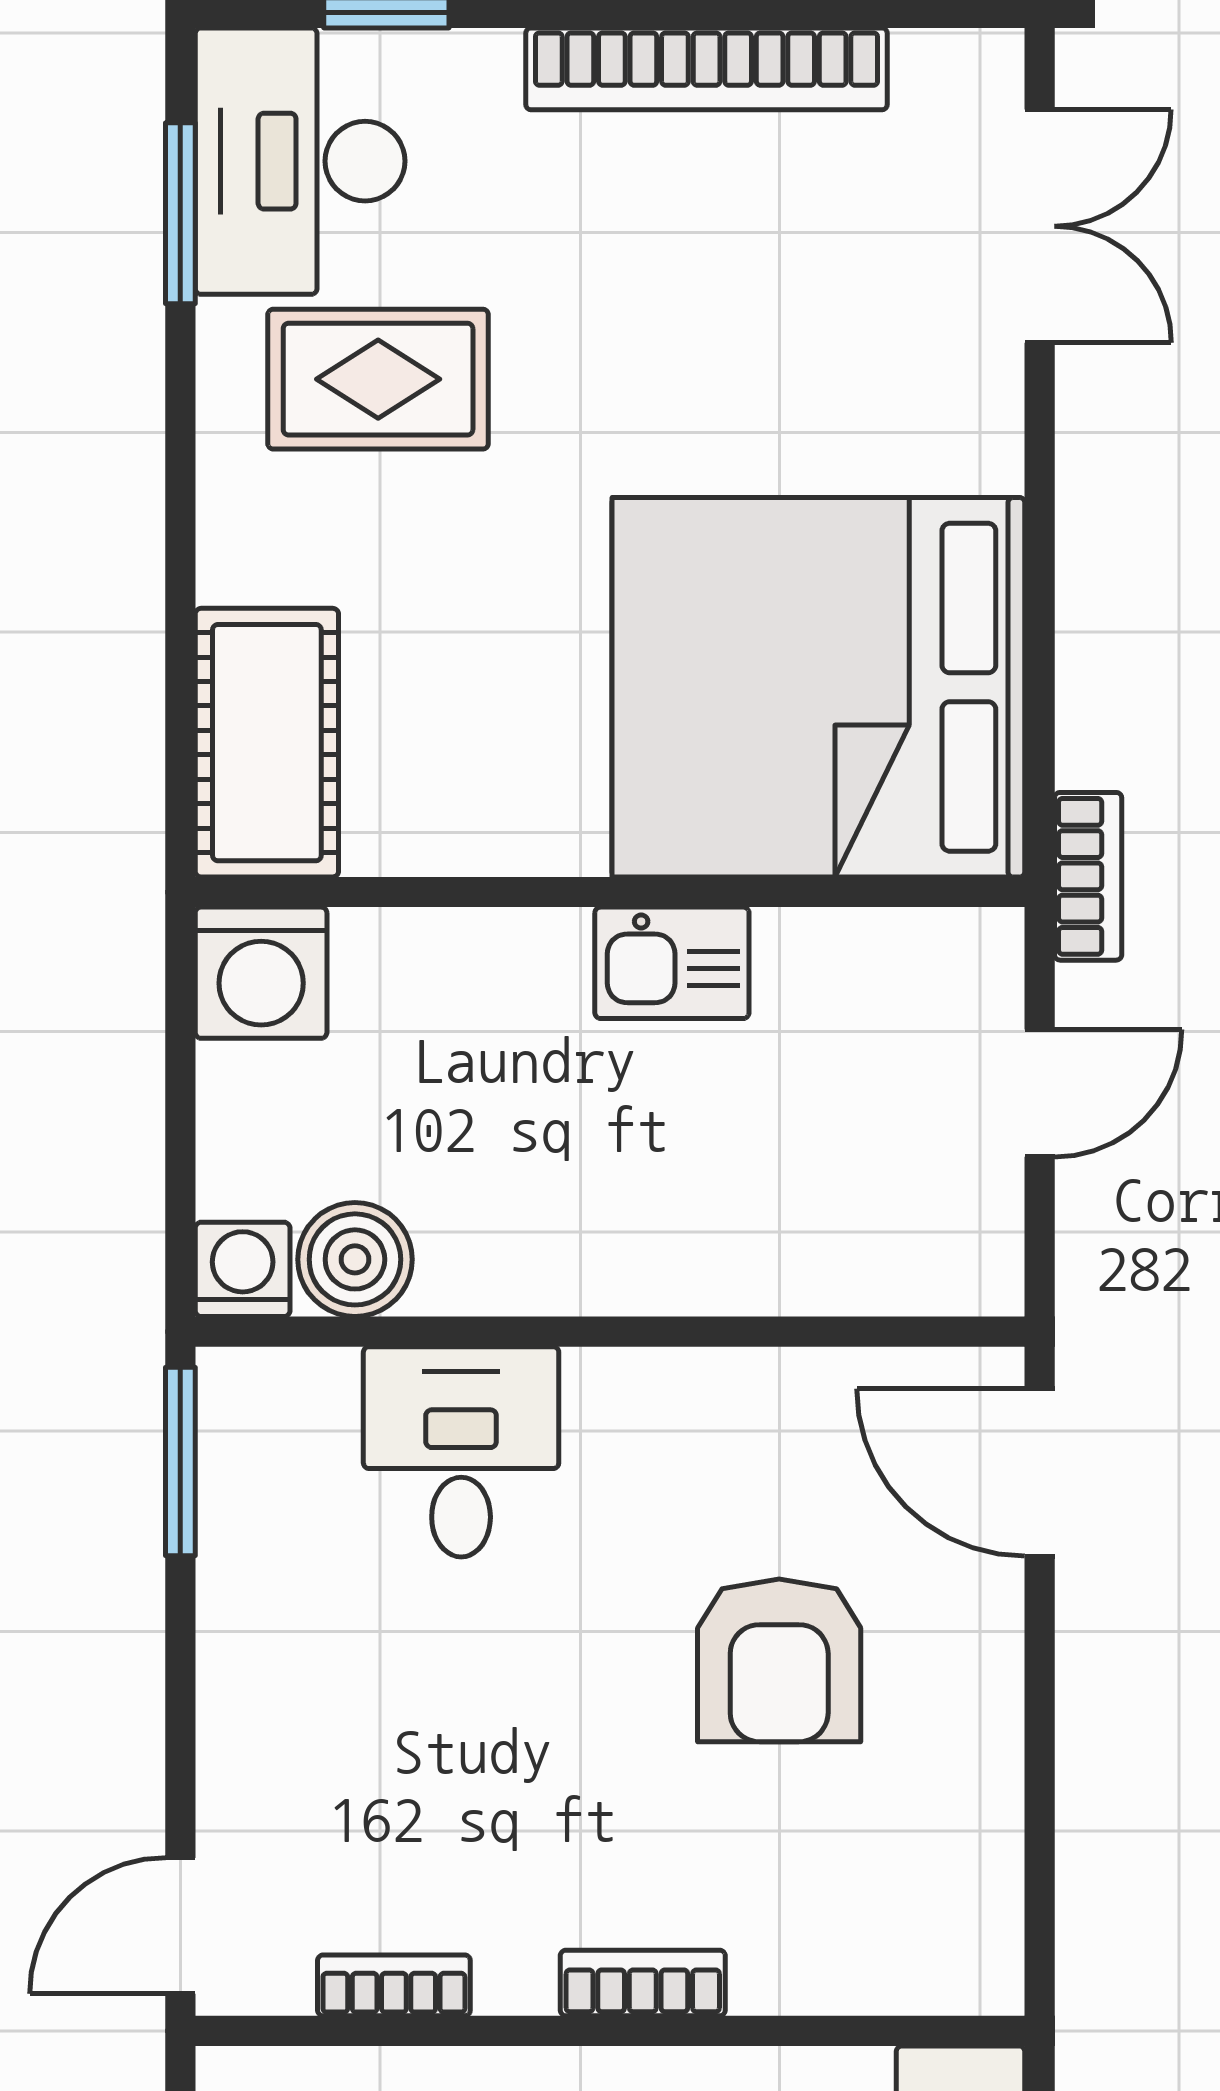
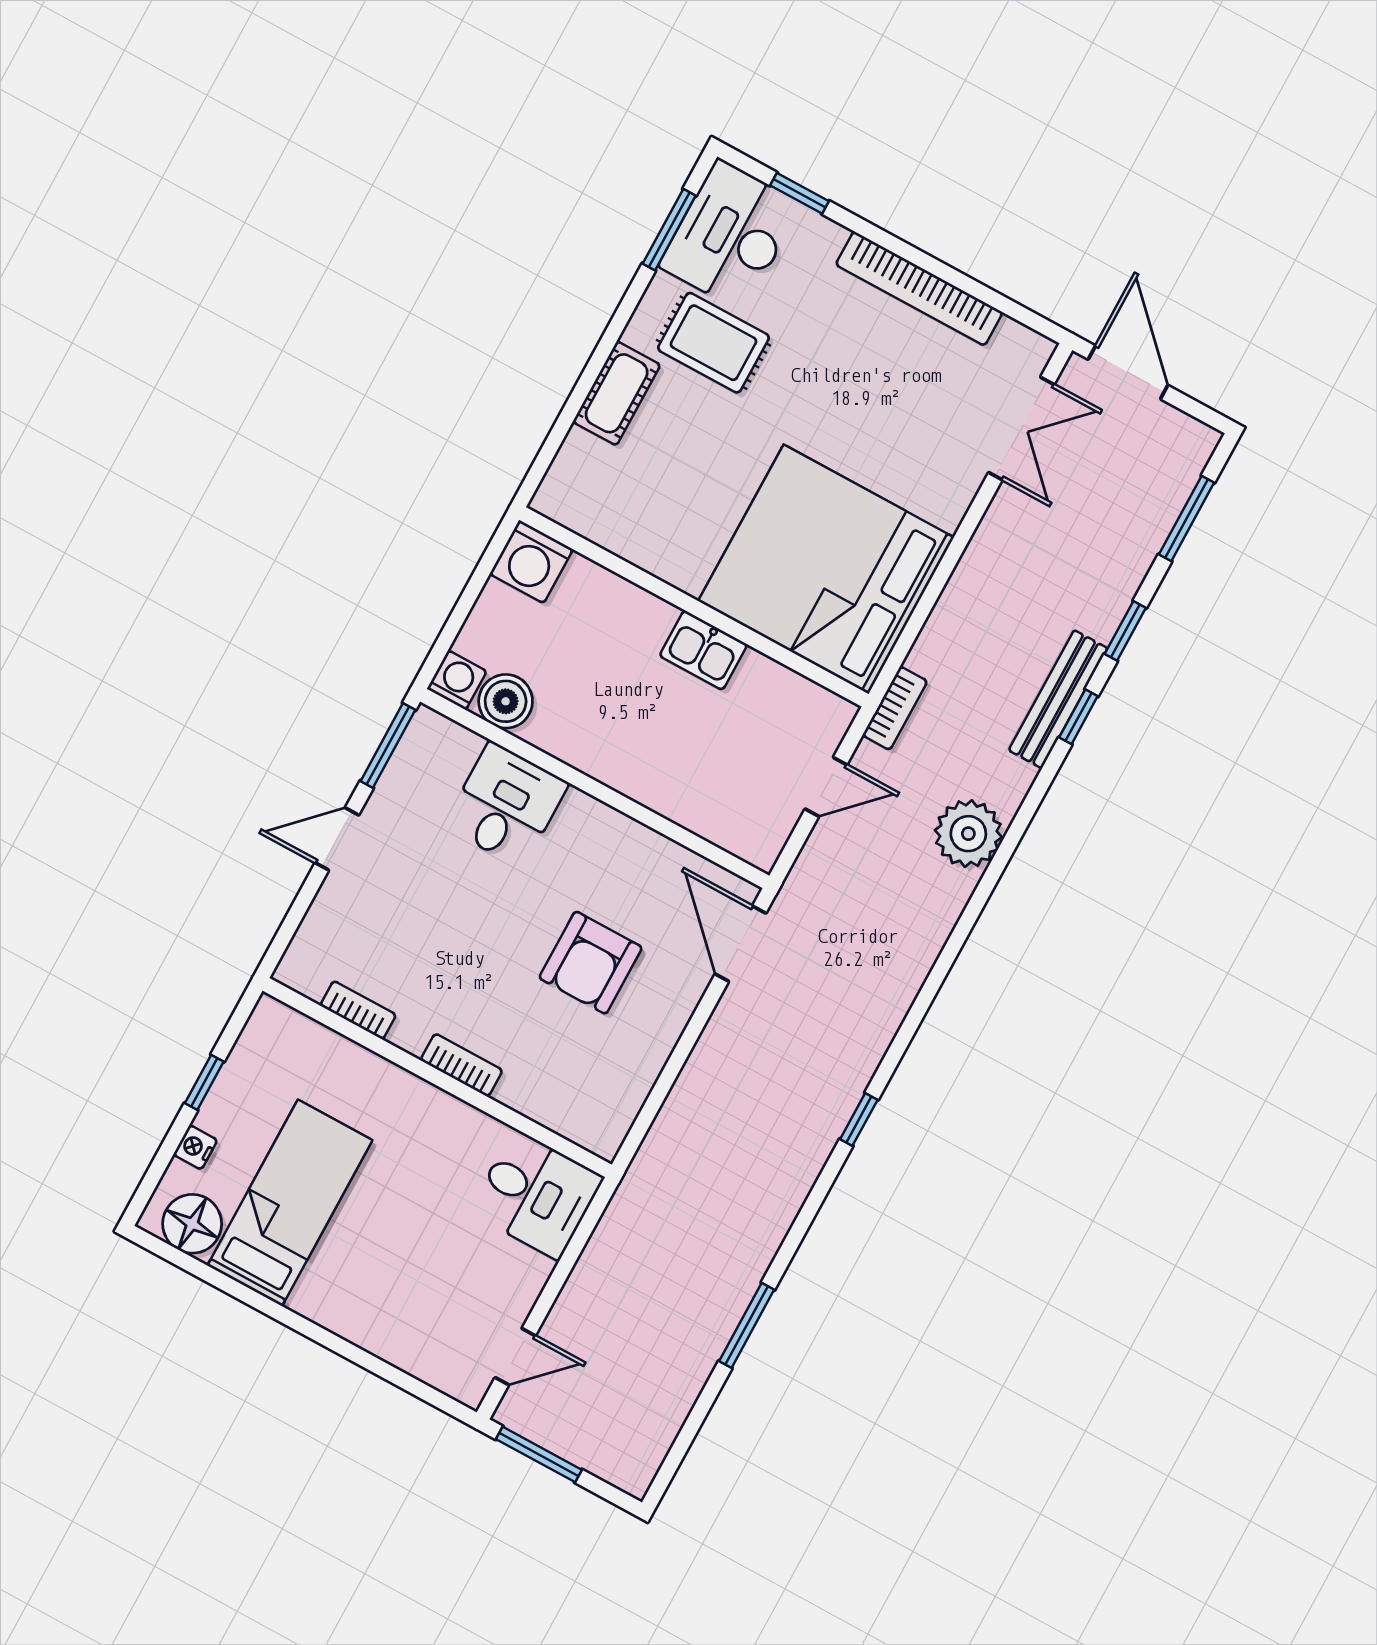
cot: (267, 743) -> (617, 393), moved, width x0.73, depth x0.75
door: (180, 1926) -> (337, 839), moved

